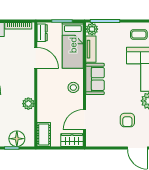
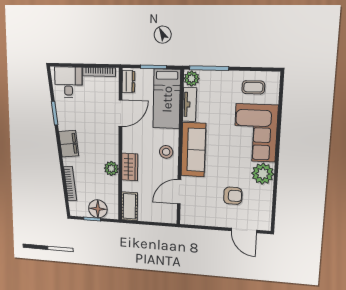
door: (36, 58) -> (120, 113), hinge flipped
sofa: (95, 79) -> (193, 150), width x1.36
armchair: (127, 120) -> (233, 196), turned -90
wardrobe: (72, 140) -> (130, 167), moved, turned 90

